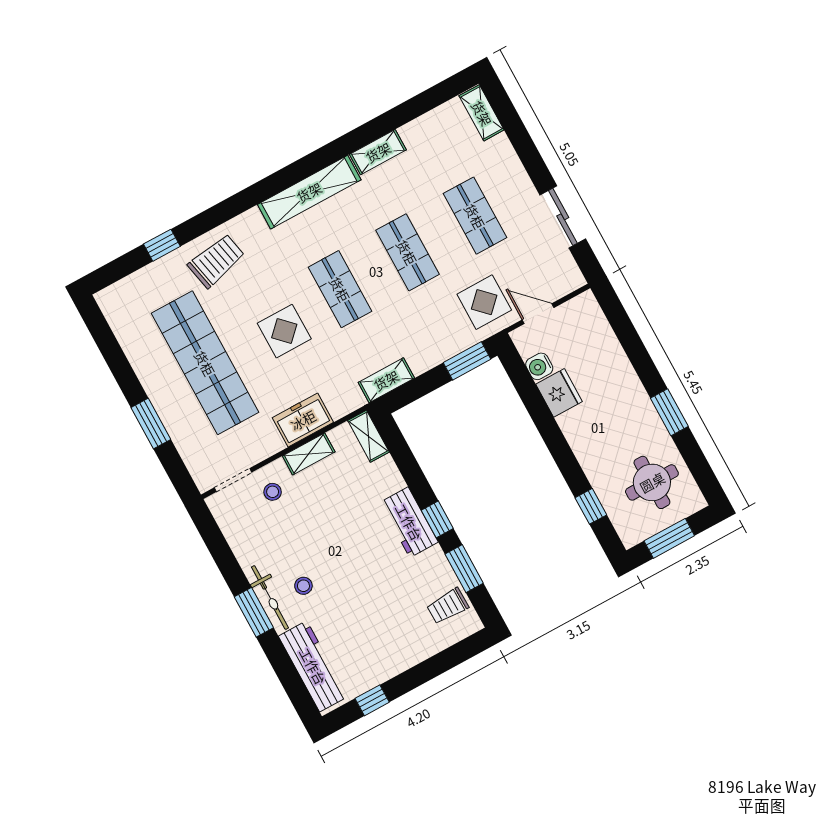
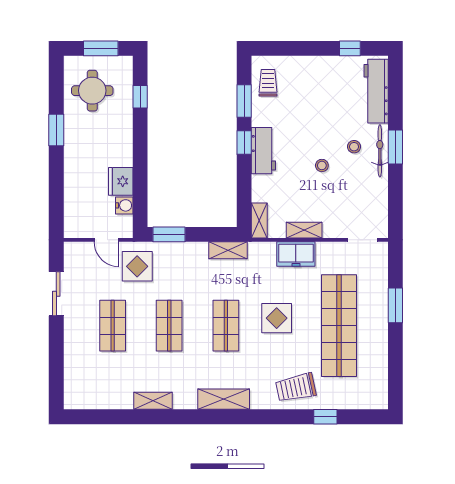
shelving: (482, 113) -> (72, 390), removed
shelving: (309, 192) -> (224, 399), width x0.68
stool: (273, 492) -> (322, 165), moved
trolley: (448, 606) -> (268, 83), turned -89

